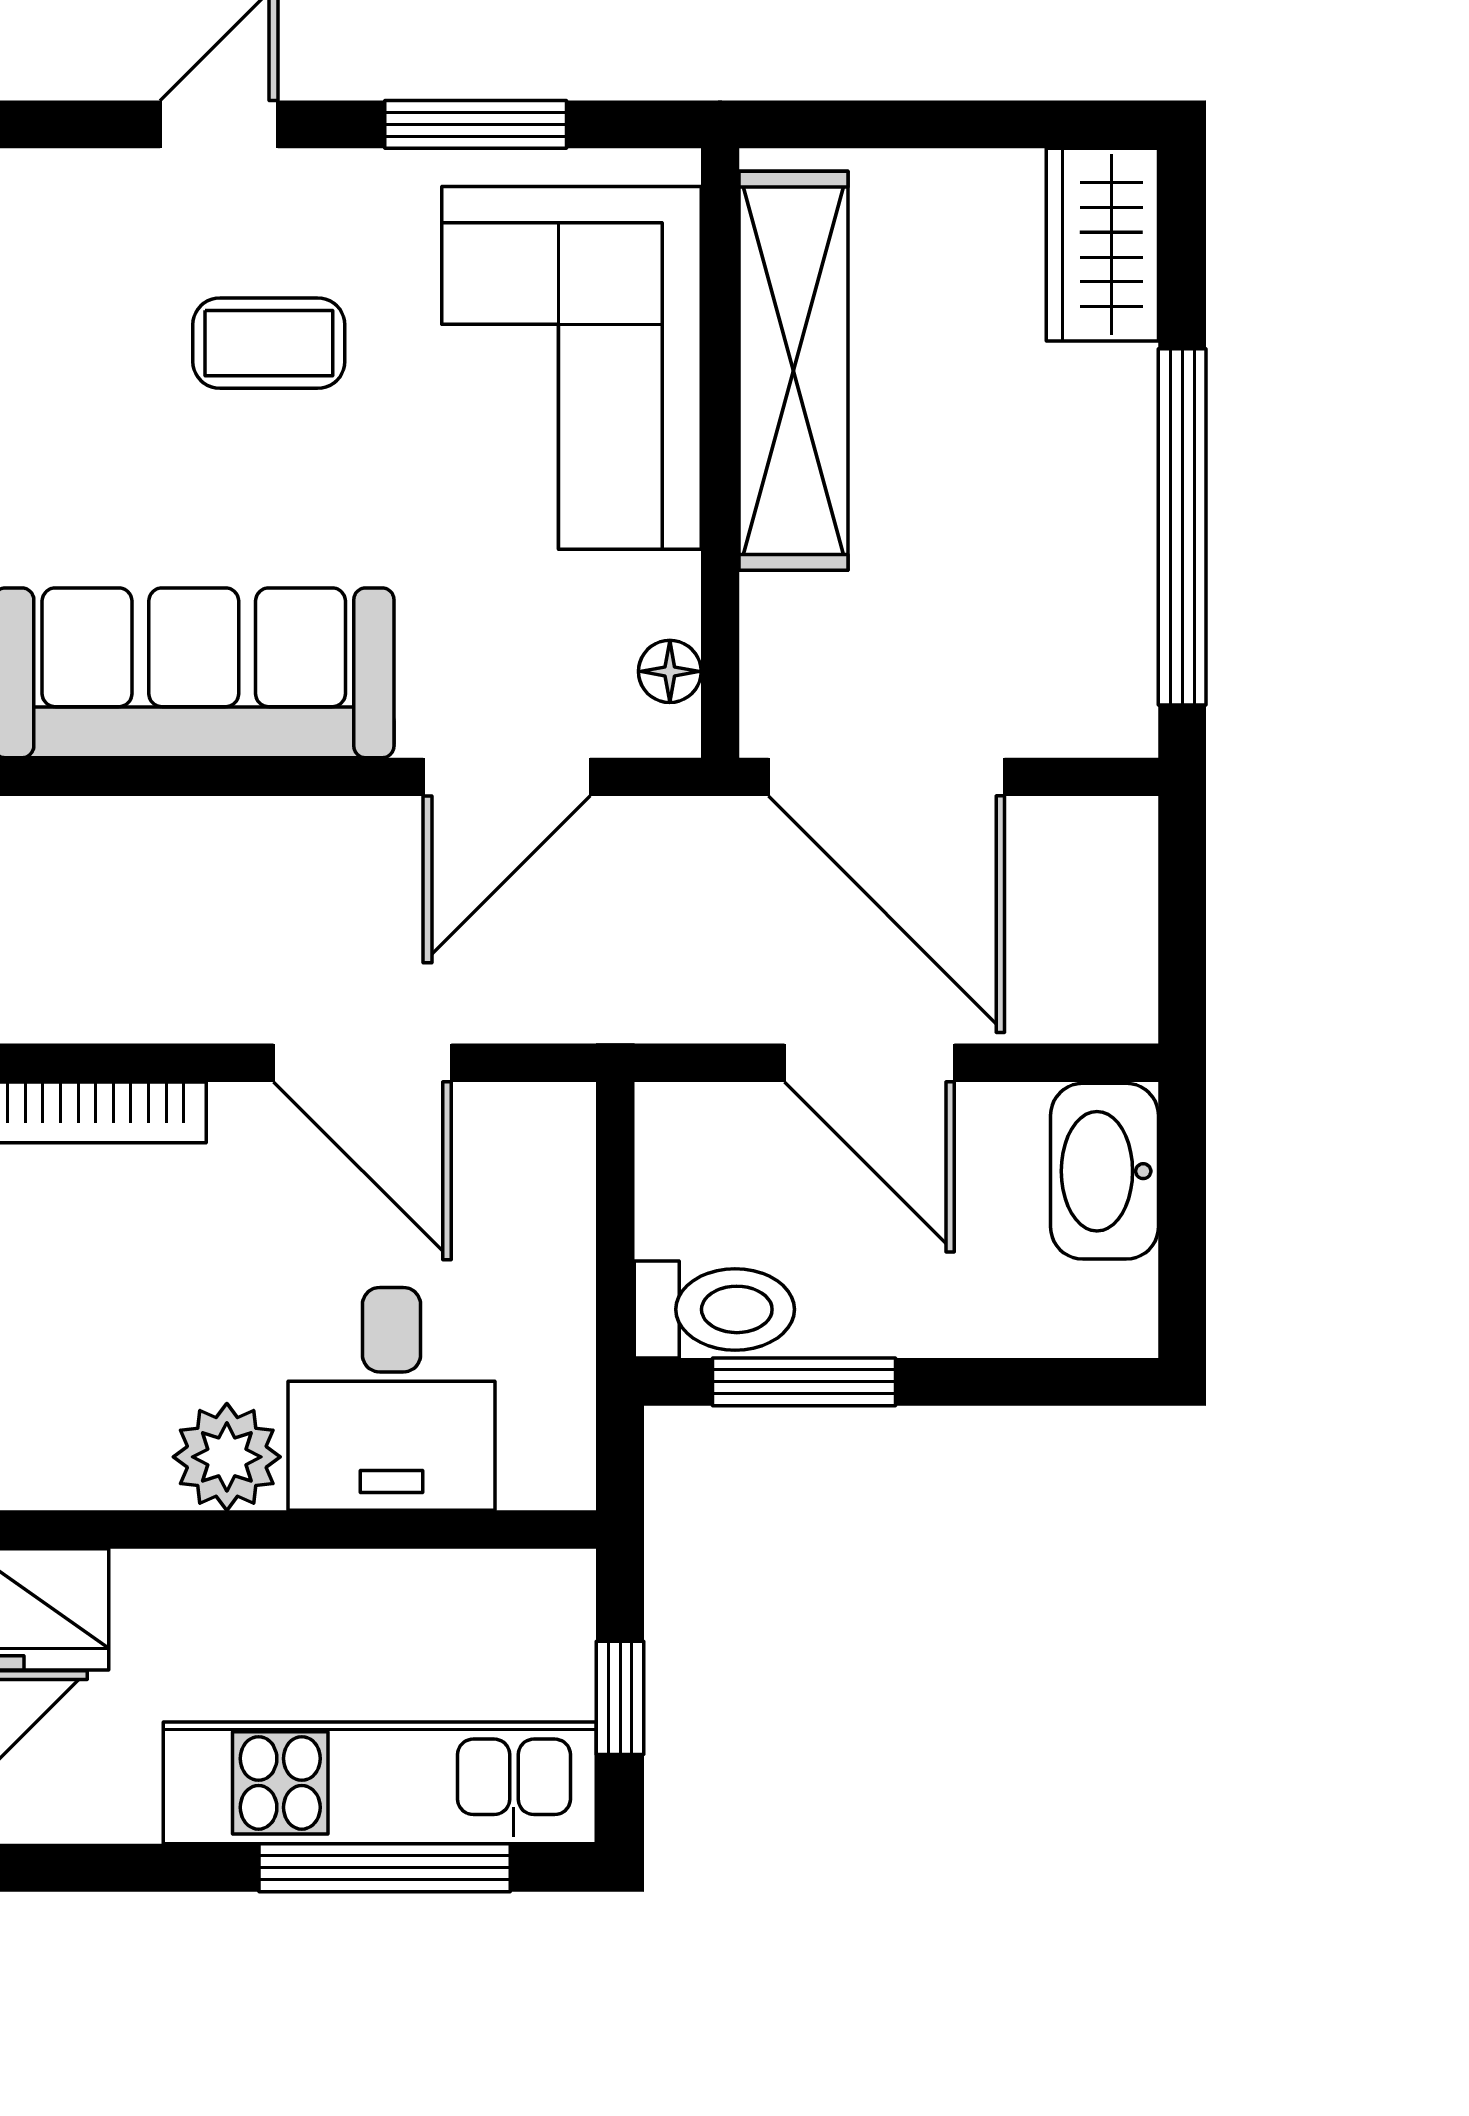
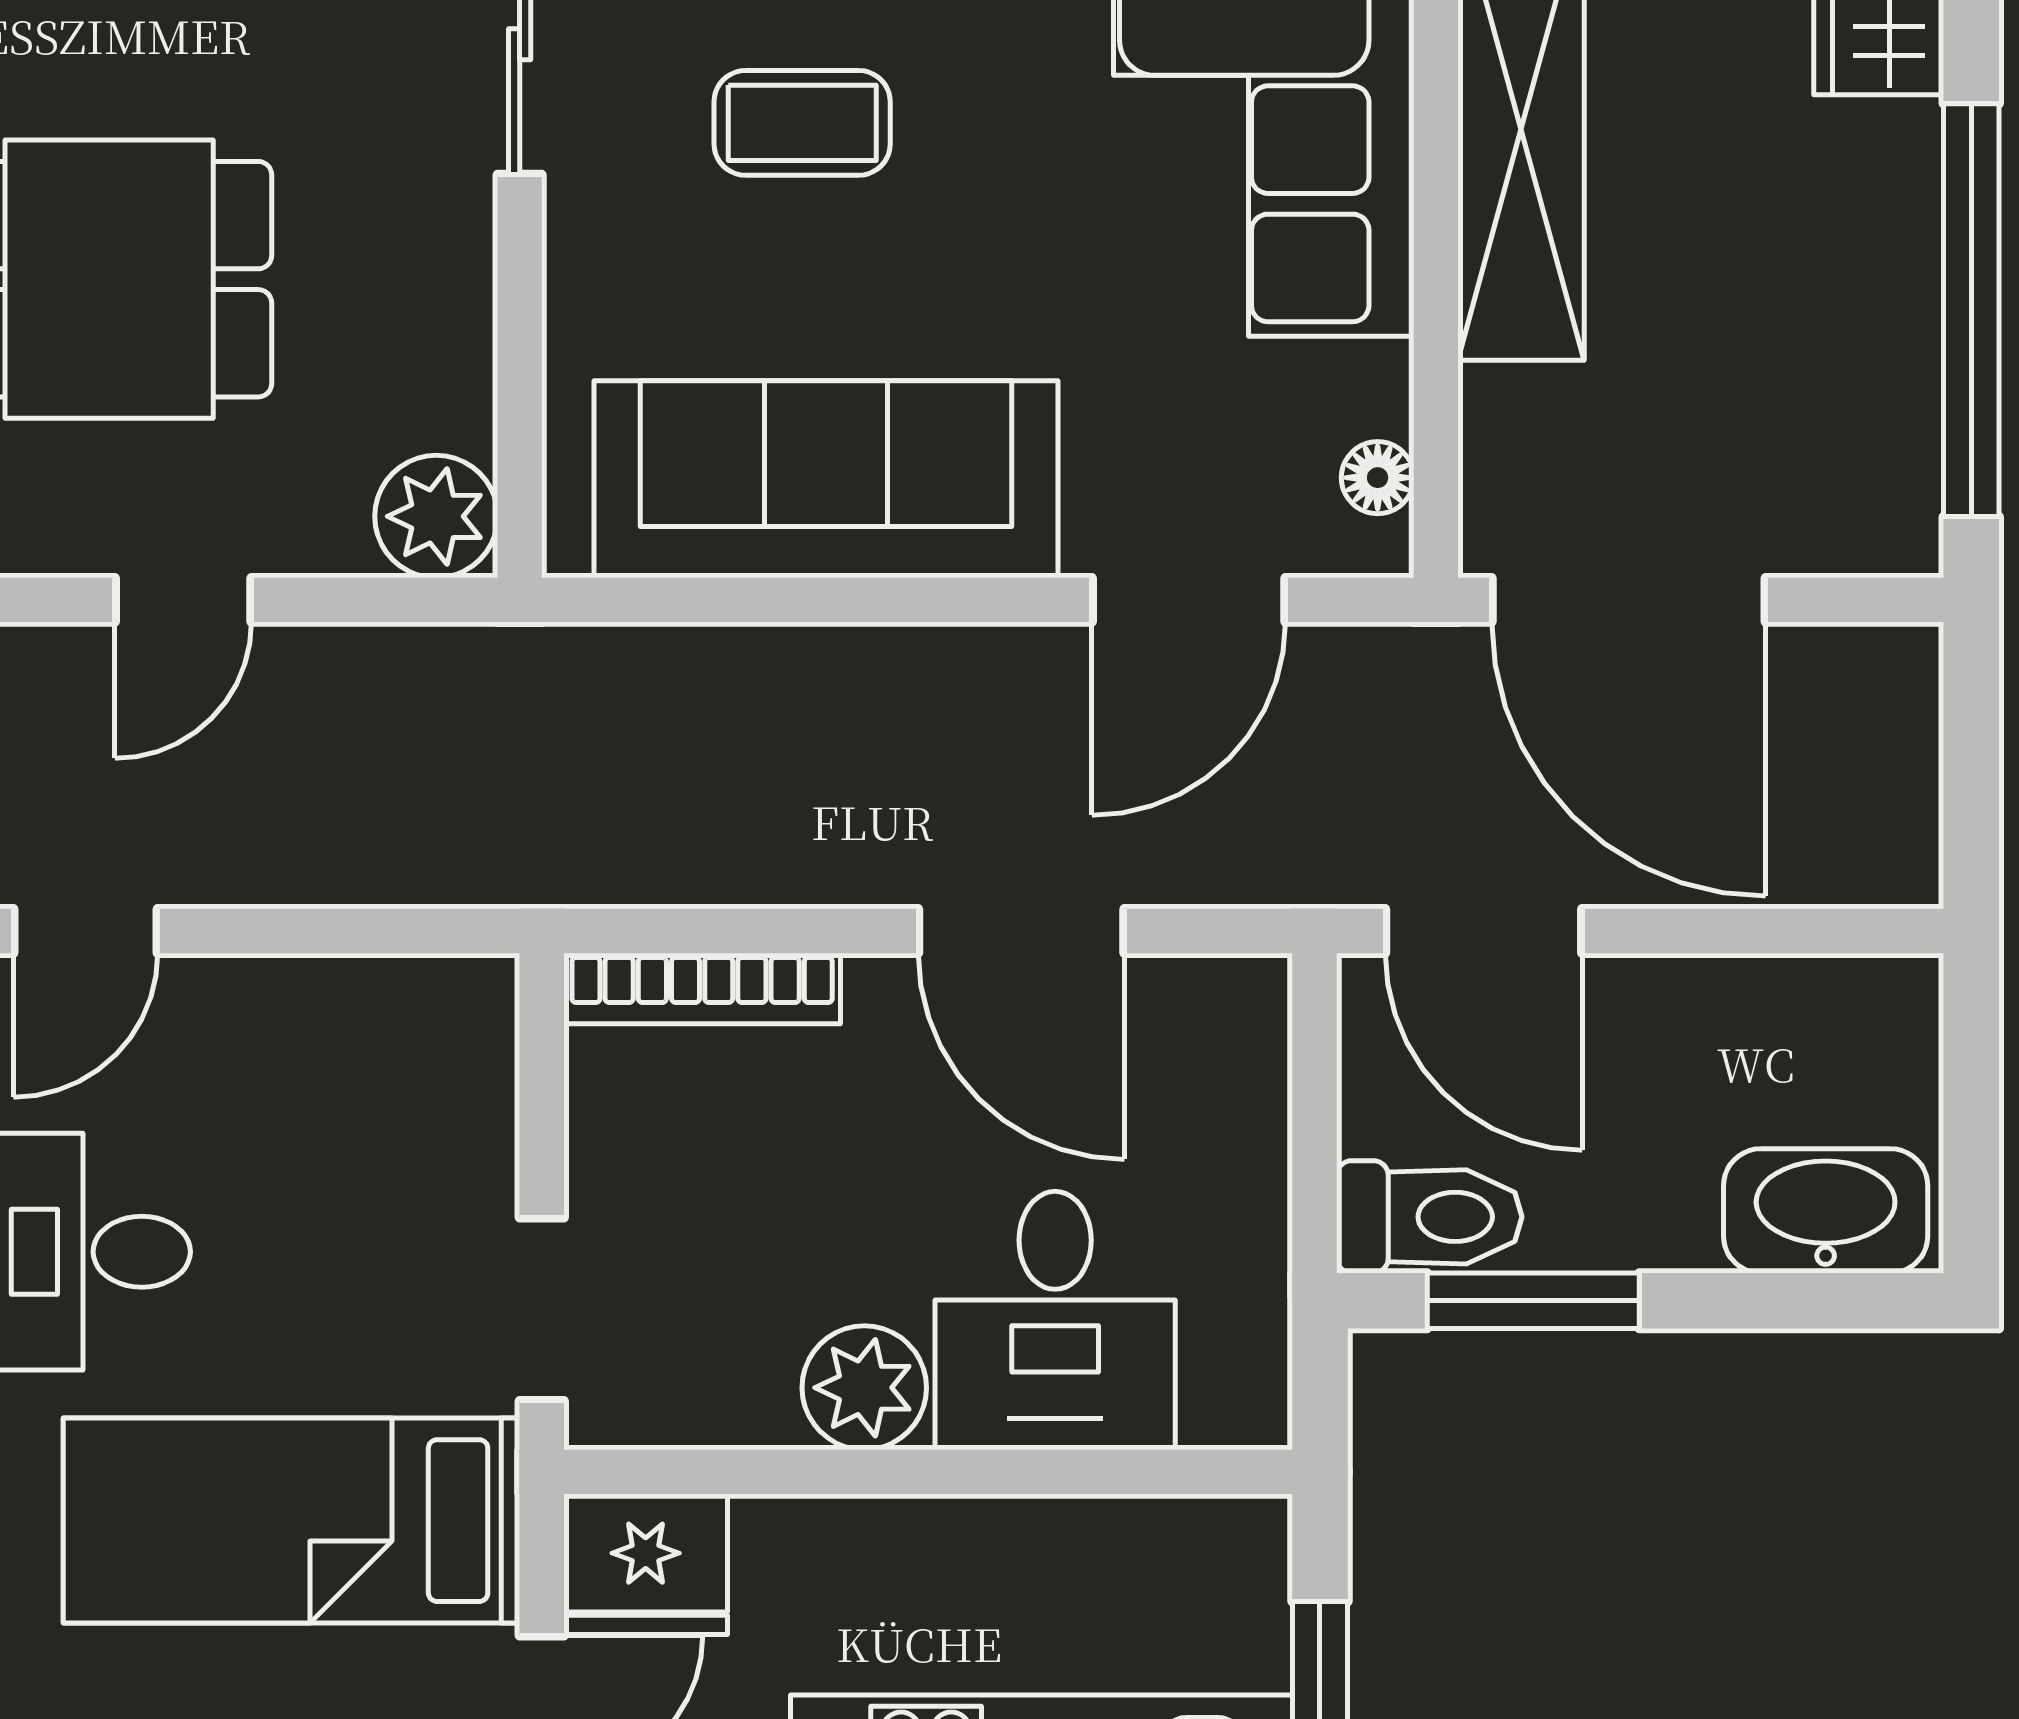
coffee table: (269, 343) -> (802, 123), moved
door: (869, 1063) -> (1484, 931), moved
washbasin: (1105, 1171) -> (1826, 1211), moved, turned 90

